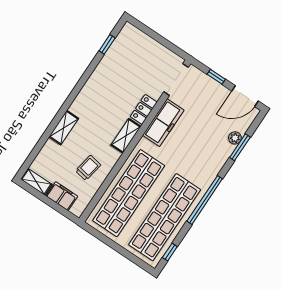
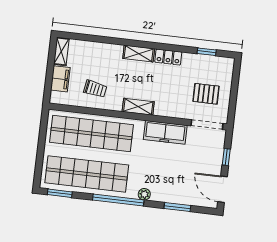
pallet: (147, 65) -> (206, 94), added
locker: (144, 109) -> (168, 57), moved, turned 180
shelving: (64, 128) -> (139, 54), moved
plant: (235, 138) -> (144, 194), moved
window: (170, 252) -> (60, 193), width x1.50

